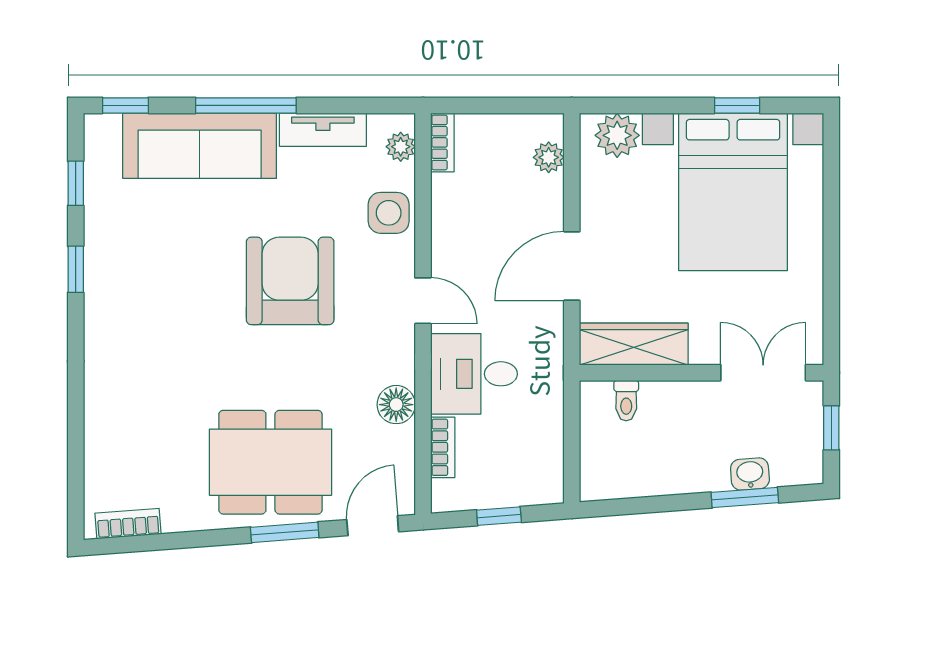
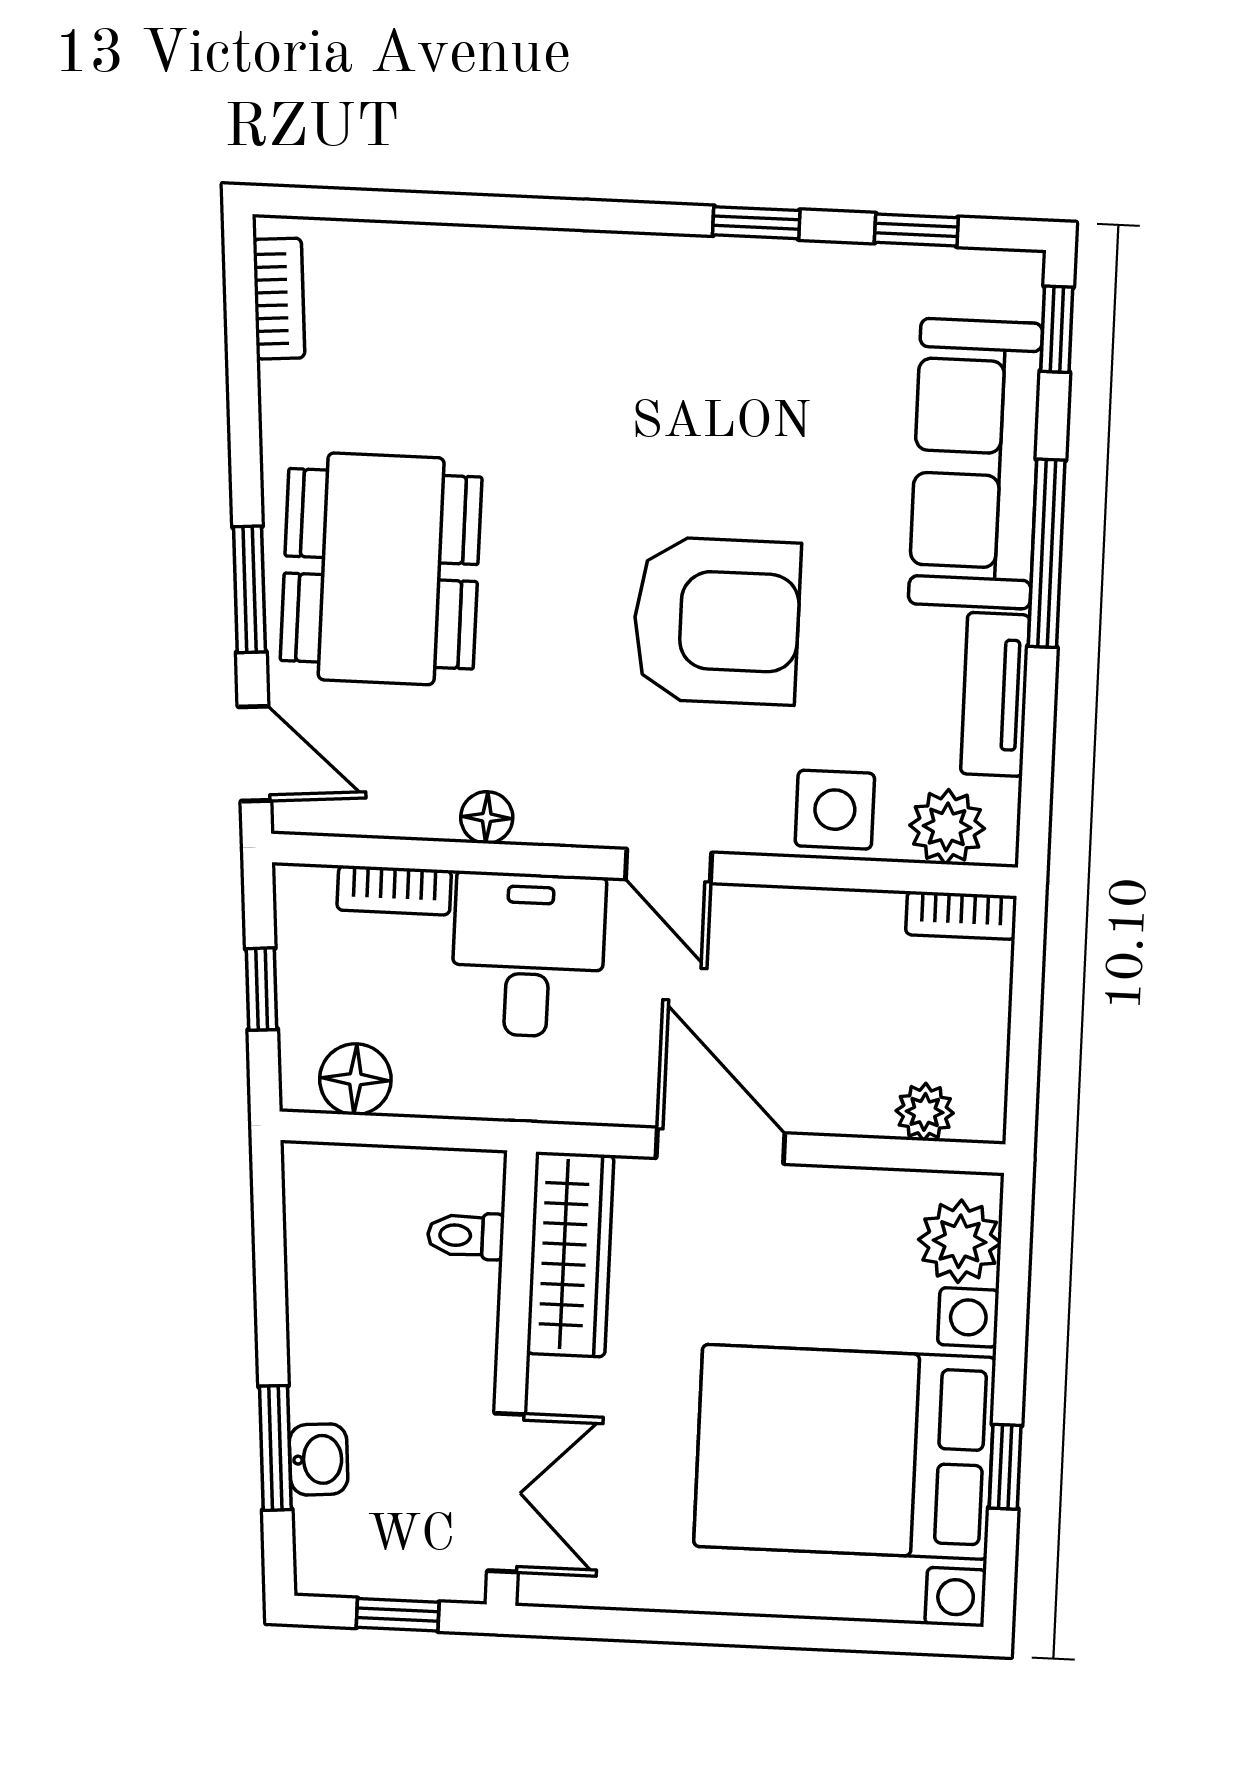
plant: (401, 147) -> (947, 827), width x1.38, depth x1.38
door: (423, 301) -> (668, 866), hinge flipped
floor lamp: (396, 405) -> (487, 818), width x0.73, depth x0.73
floor lamp: (545, 464) -> (355, 1079), added

